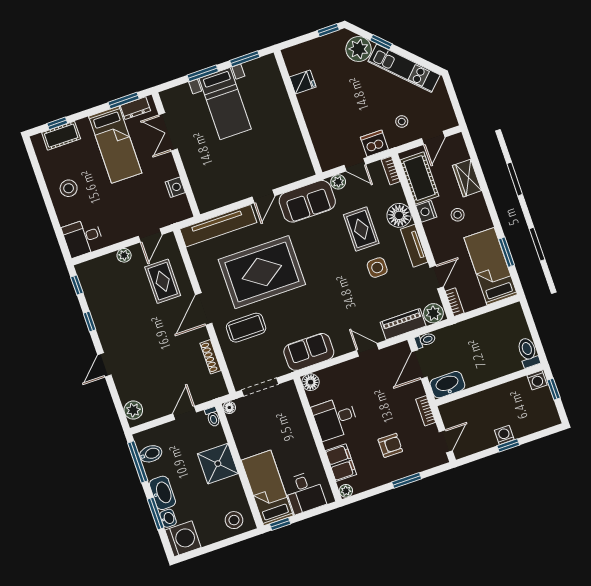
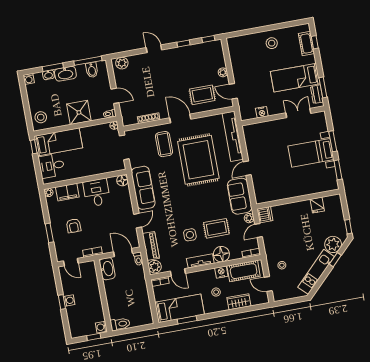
dishwasher: (374, 143) -> (265, 215), moved
door: (263, 196) -> (247, 168), hinge flipped
desk: (83, 237) -> (238, 47), removed
sofa: (309, 352) -> (143, 188), width x1.36
washing machine: (183, 539) -> (29, 79), width x0.53, depth x0.53

